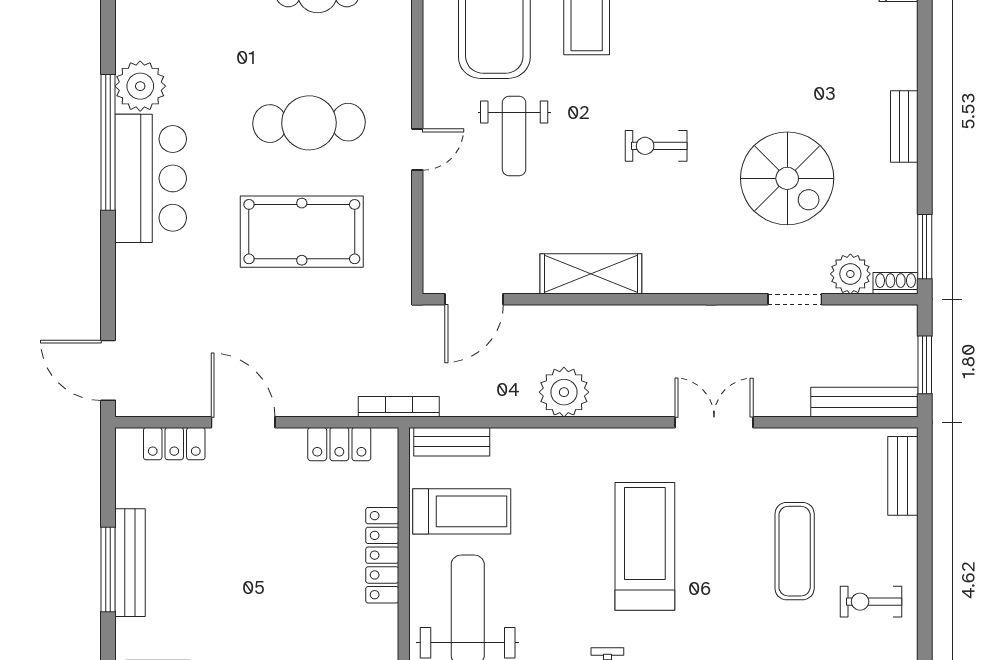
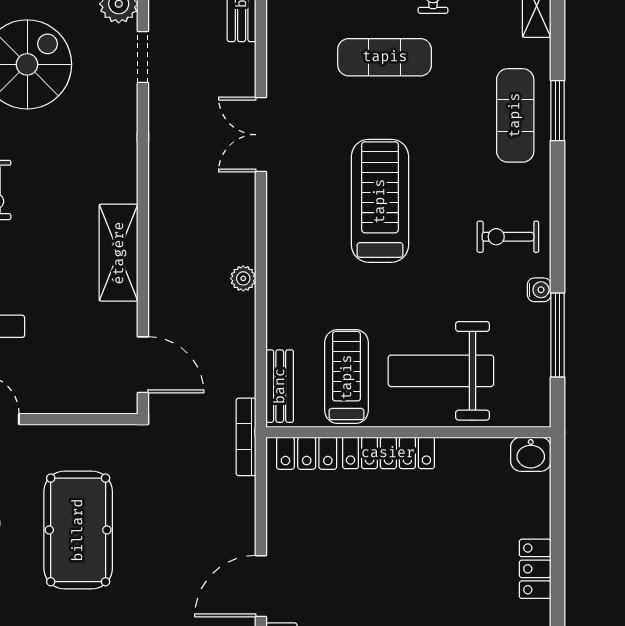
plant: (564, 392) -> (243, 278), width x0.53, depth x0.53
locker: (339, 444) -> (307, 453), moved, turned 90
treadmill: (645, 546) -> (380, 201), turned 90

